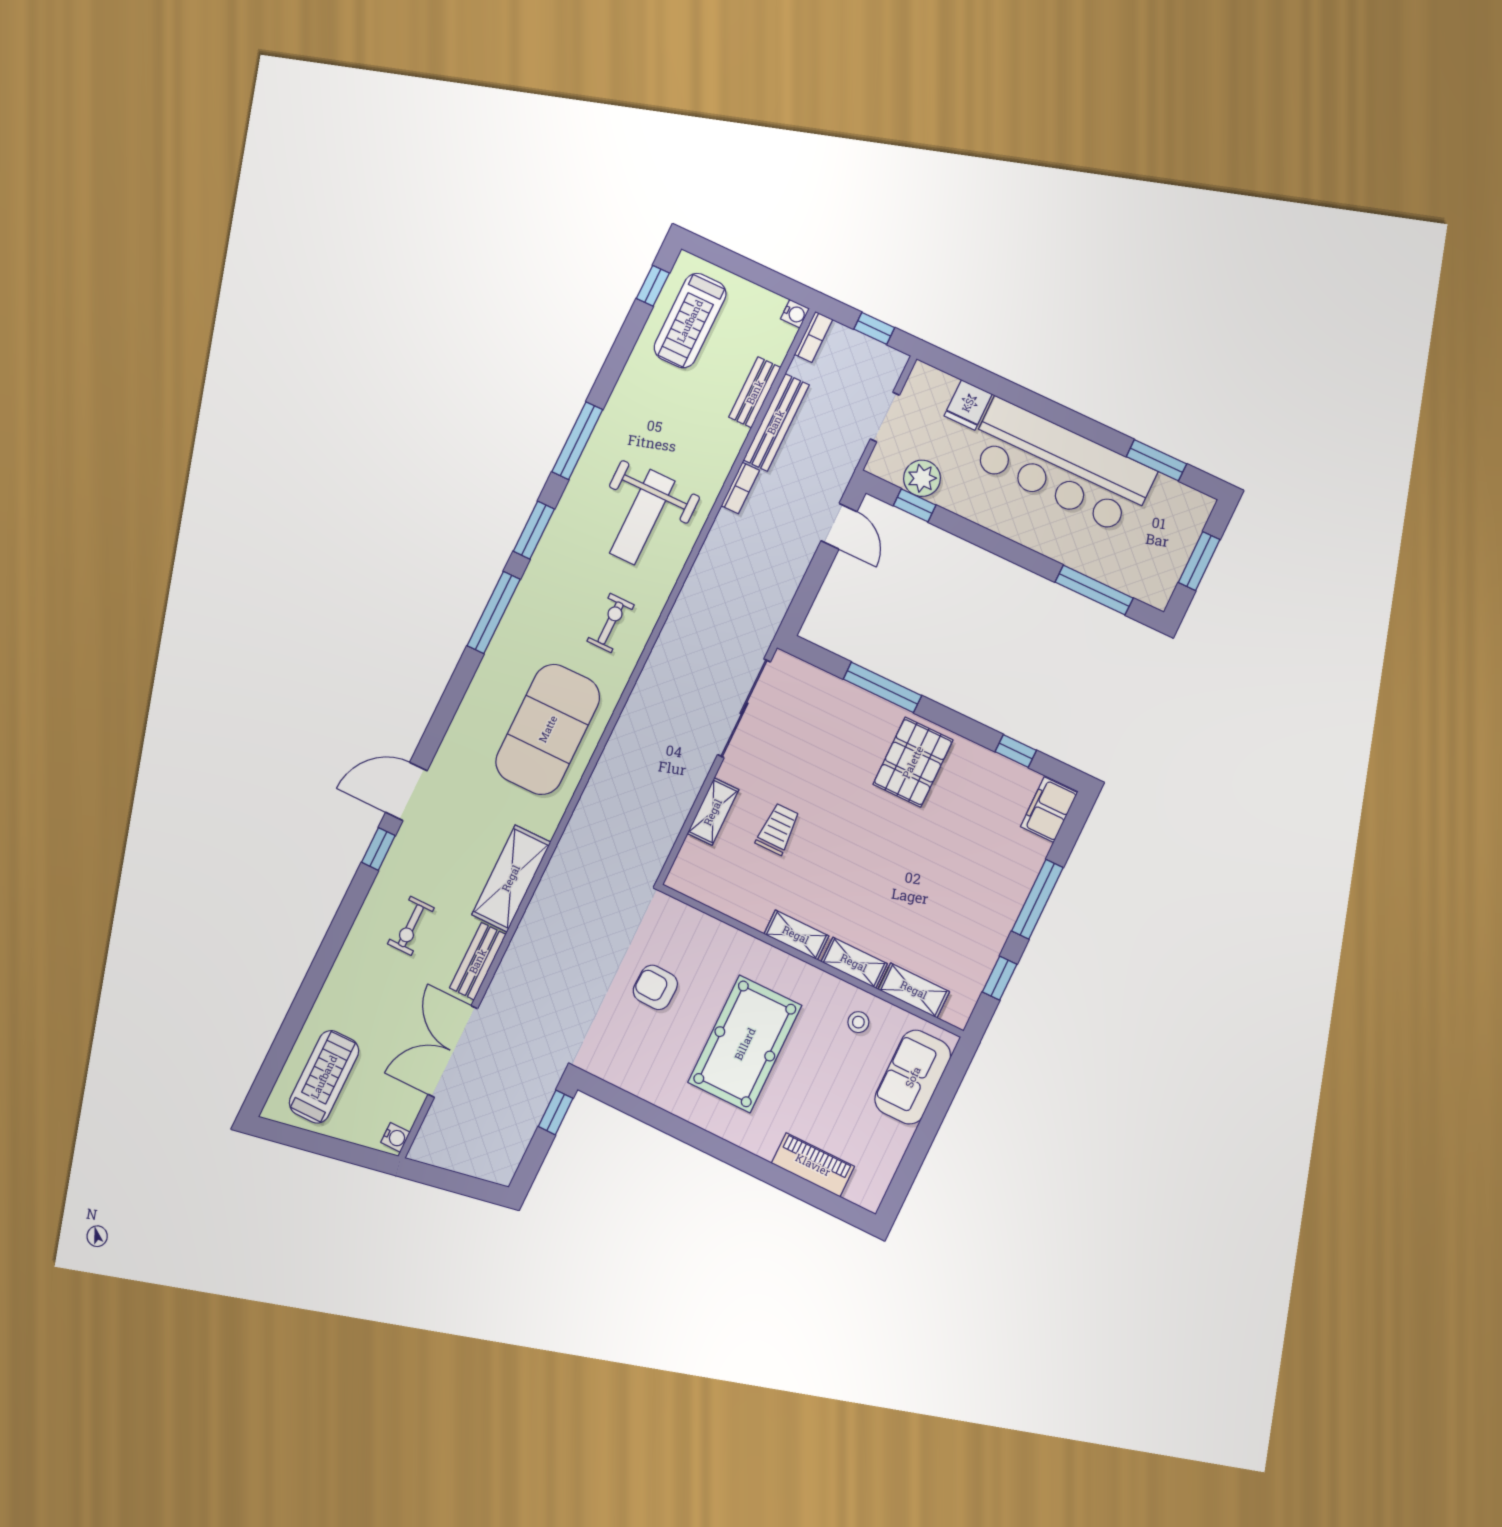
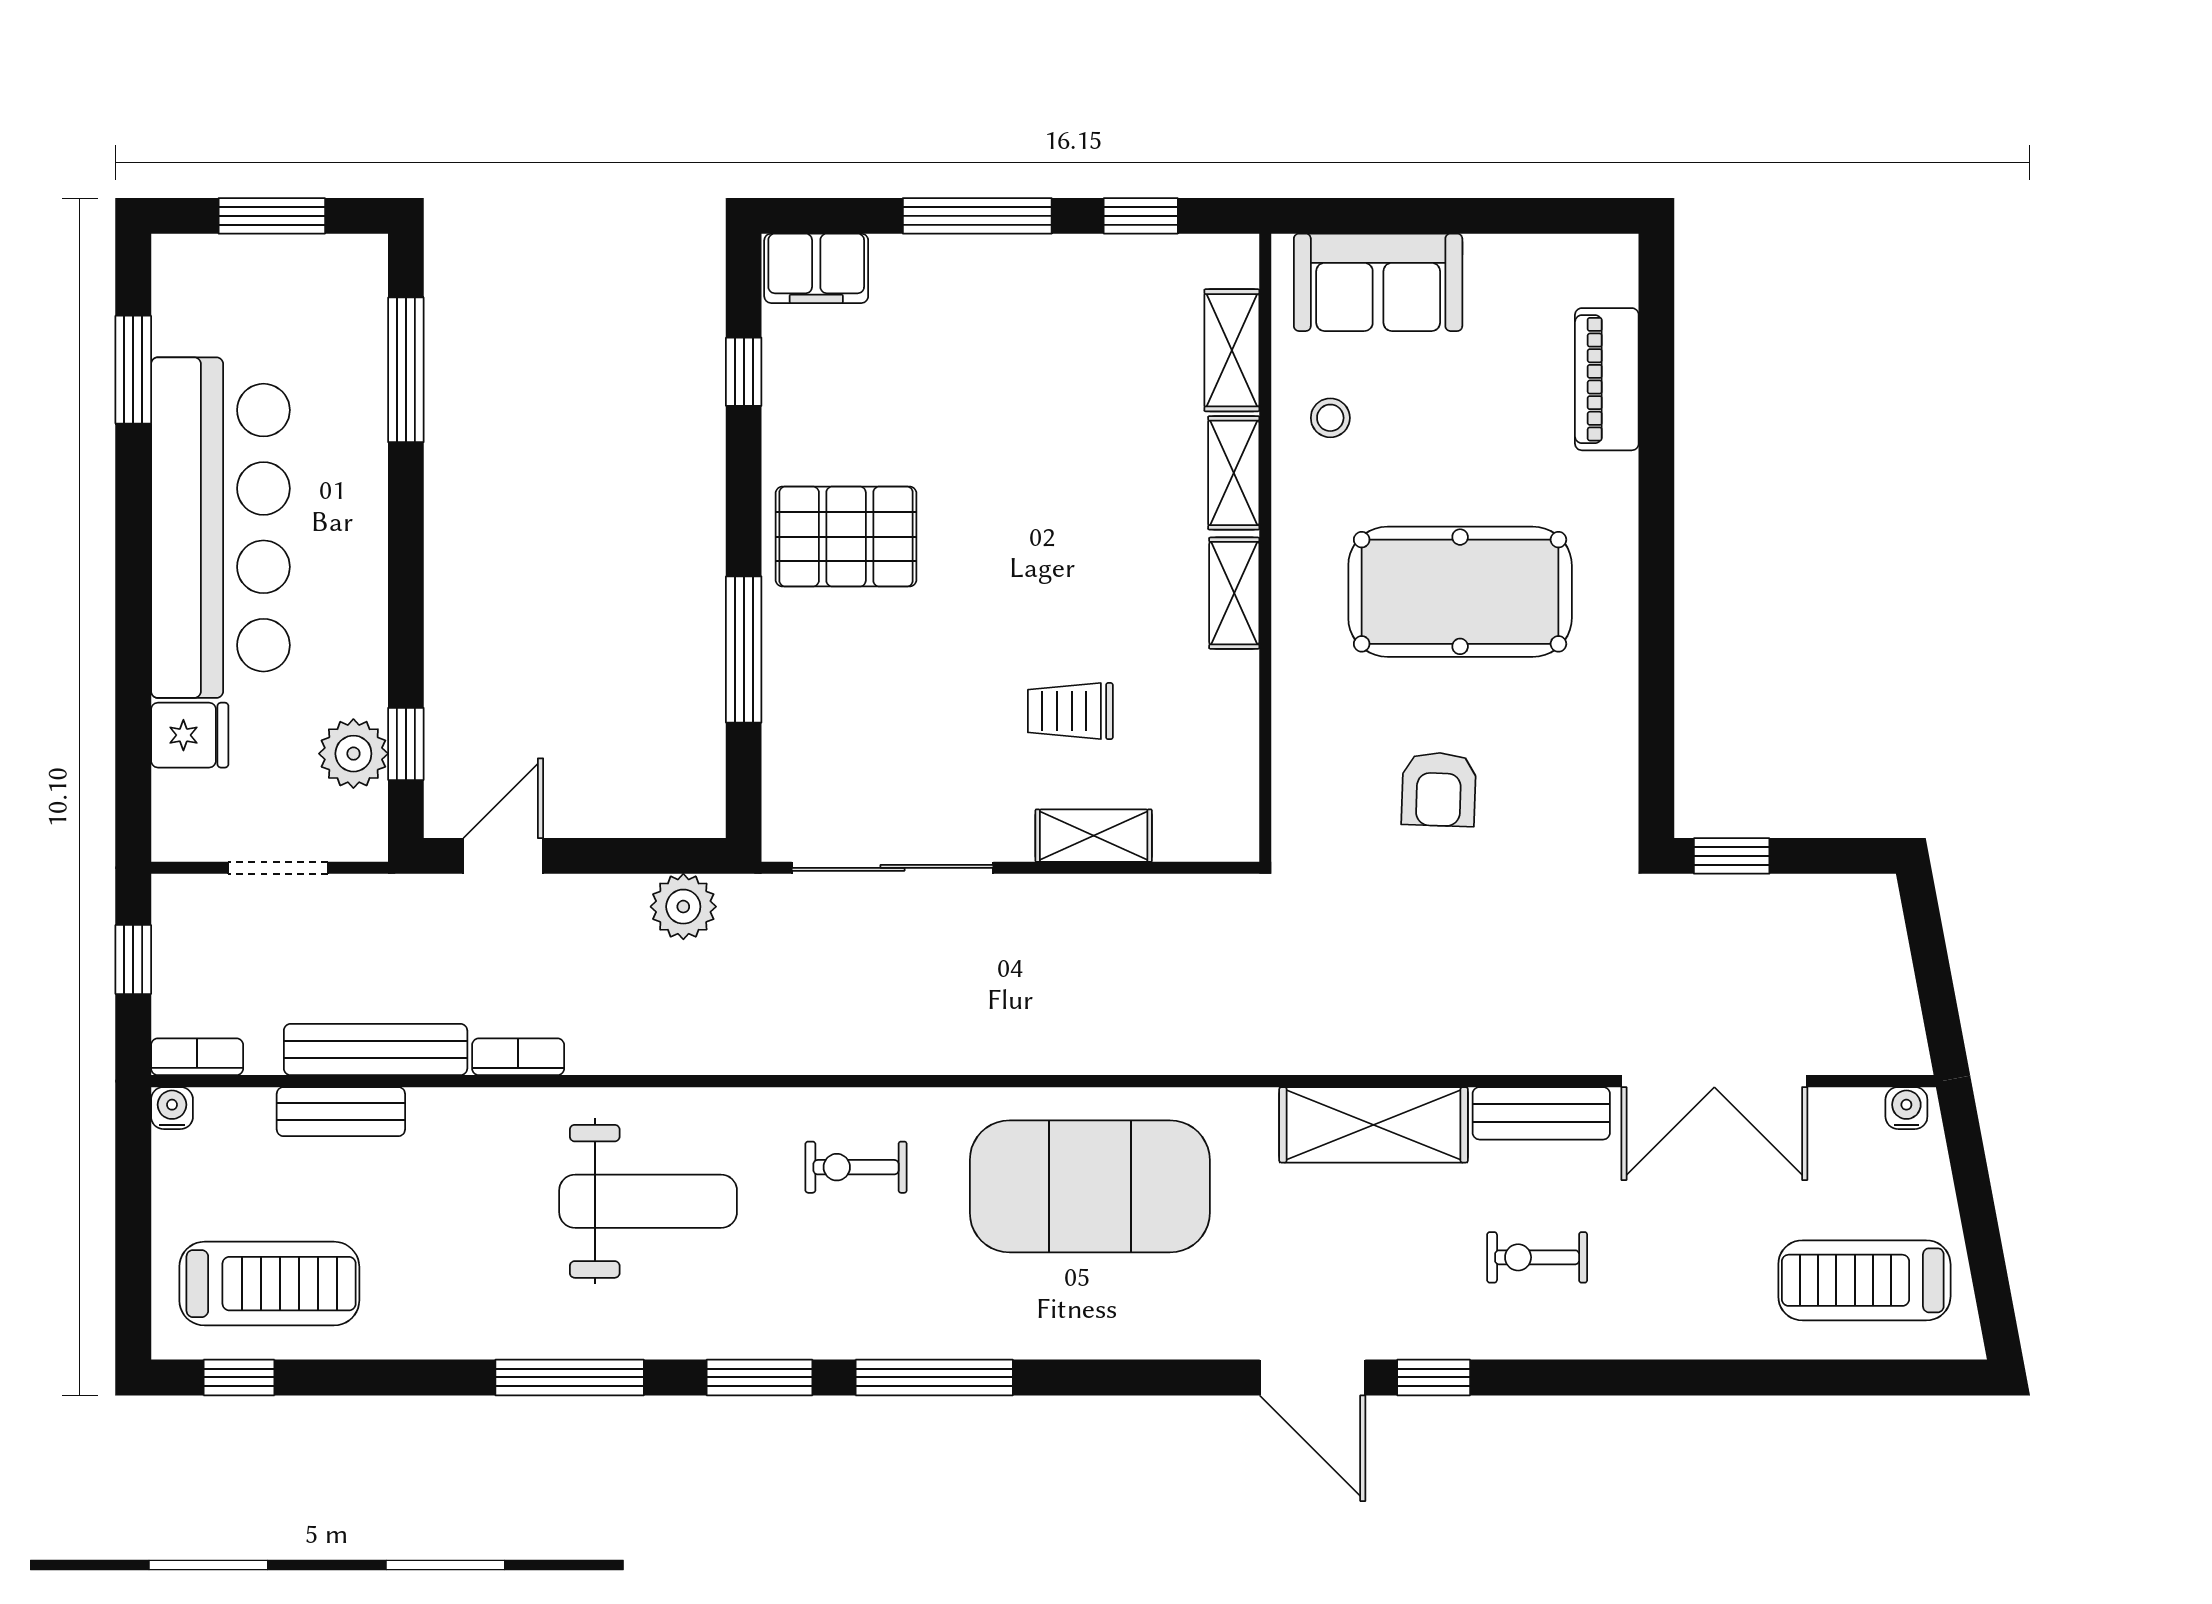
plant: (774, 600) -> (683, 907), added
exercise bike: (411, 926) -> (1537, 1257), turned 180

